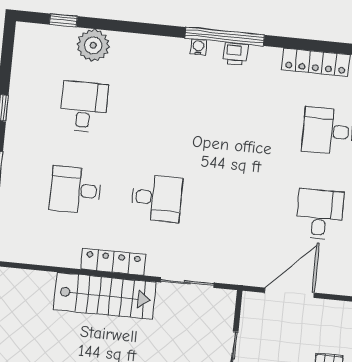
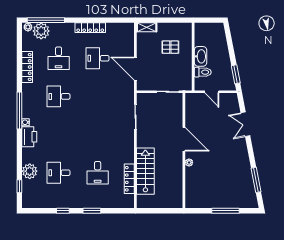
printer: (236, 54) -> (29, 137), moved, width x1.87, depth x1.48
desk: (157, 198) -> (59, 96), moved, turned -90
locker: (113, 262) -> (129, 179), moved
stairs: (105, 296) -> (145, 171), moved

